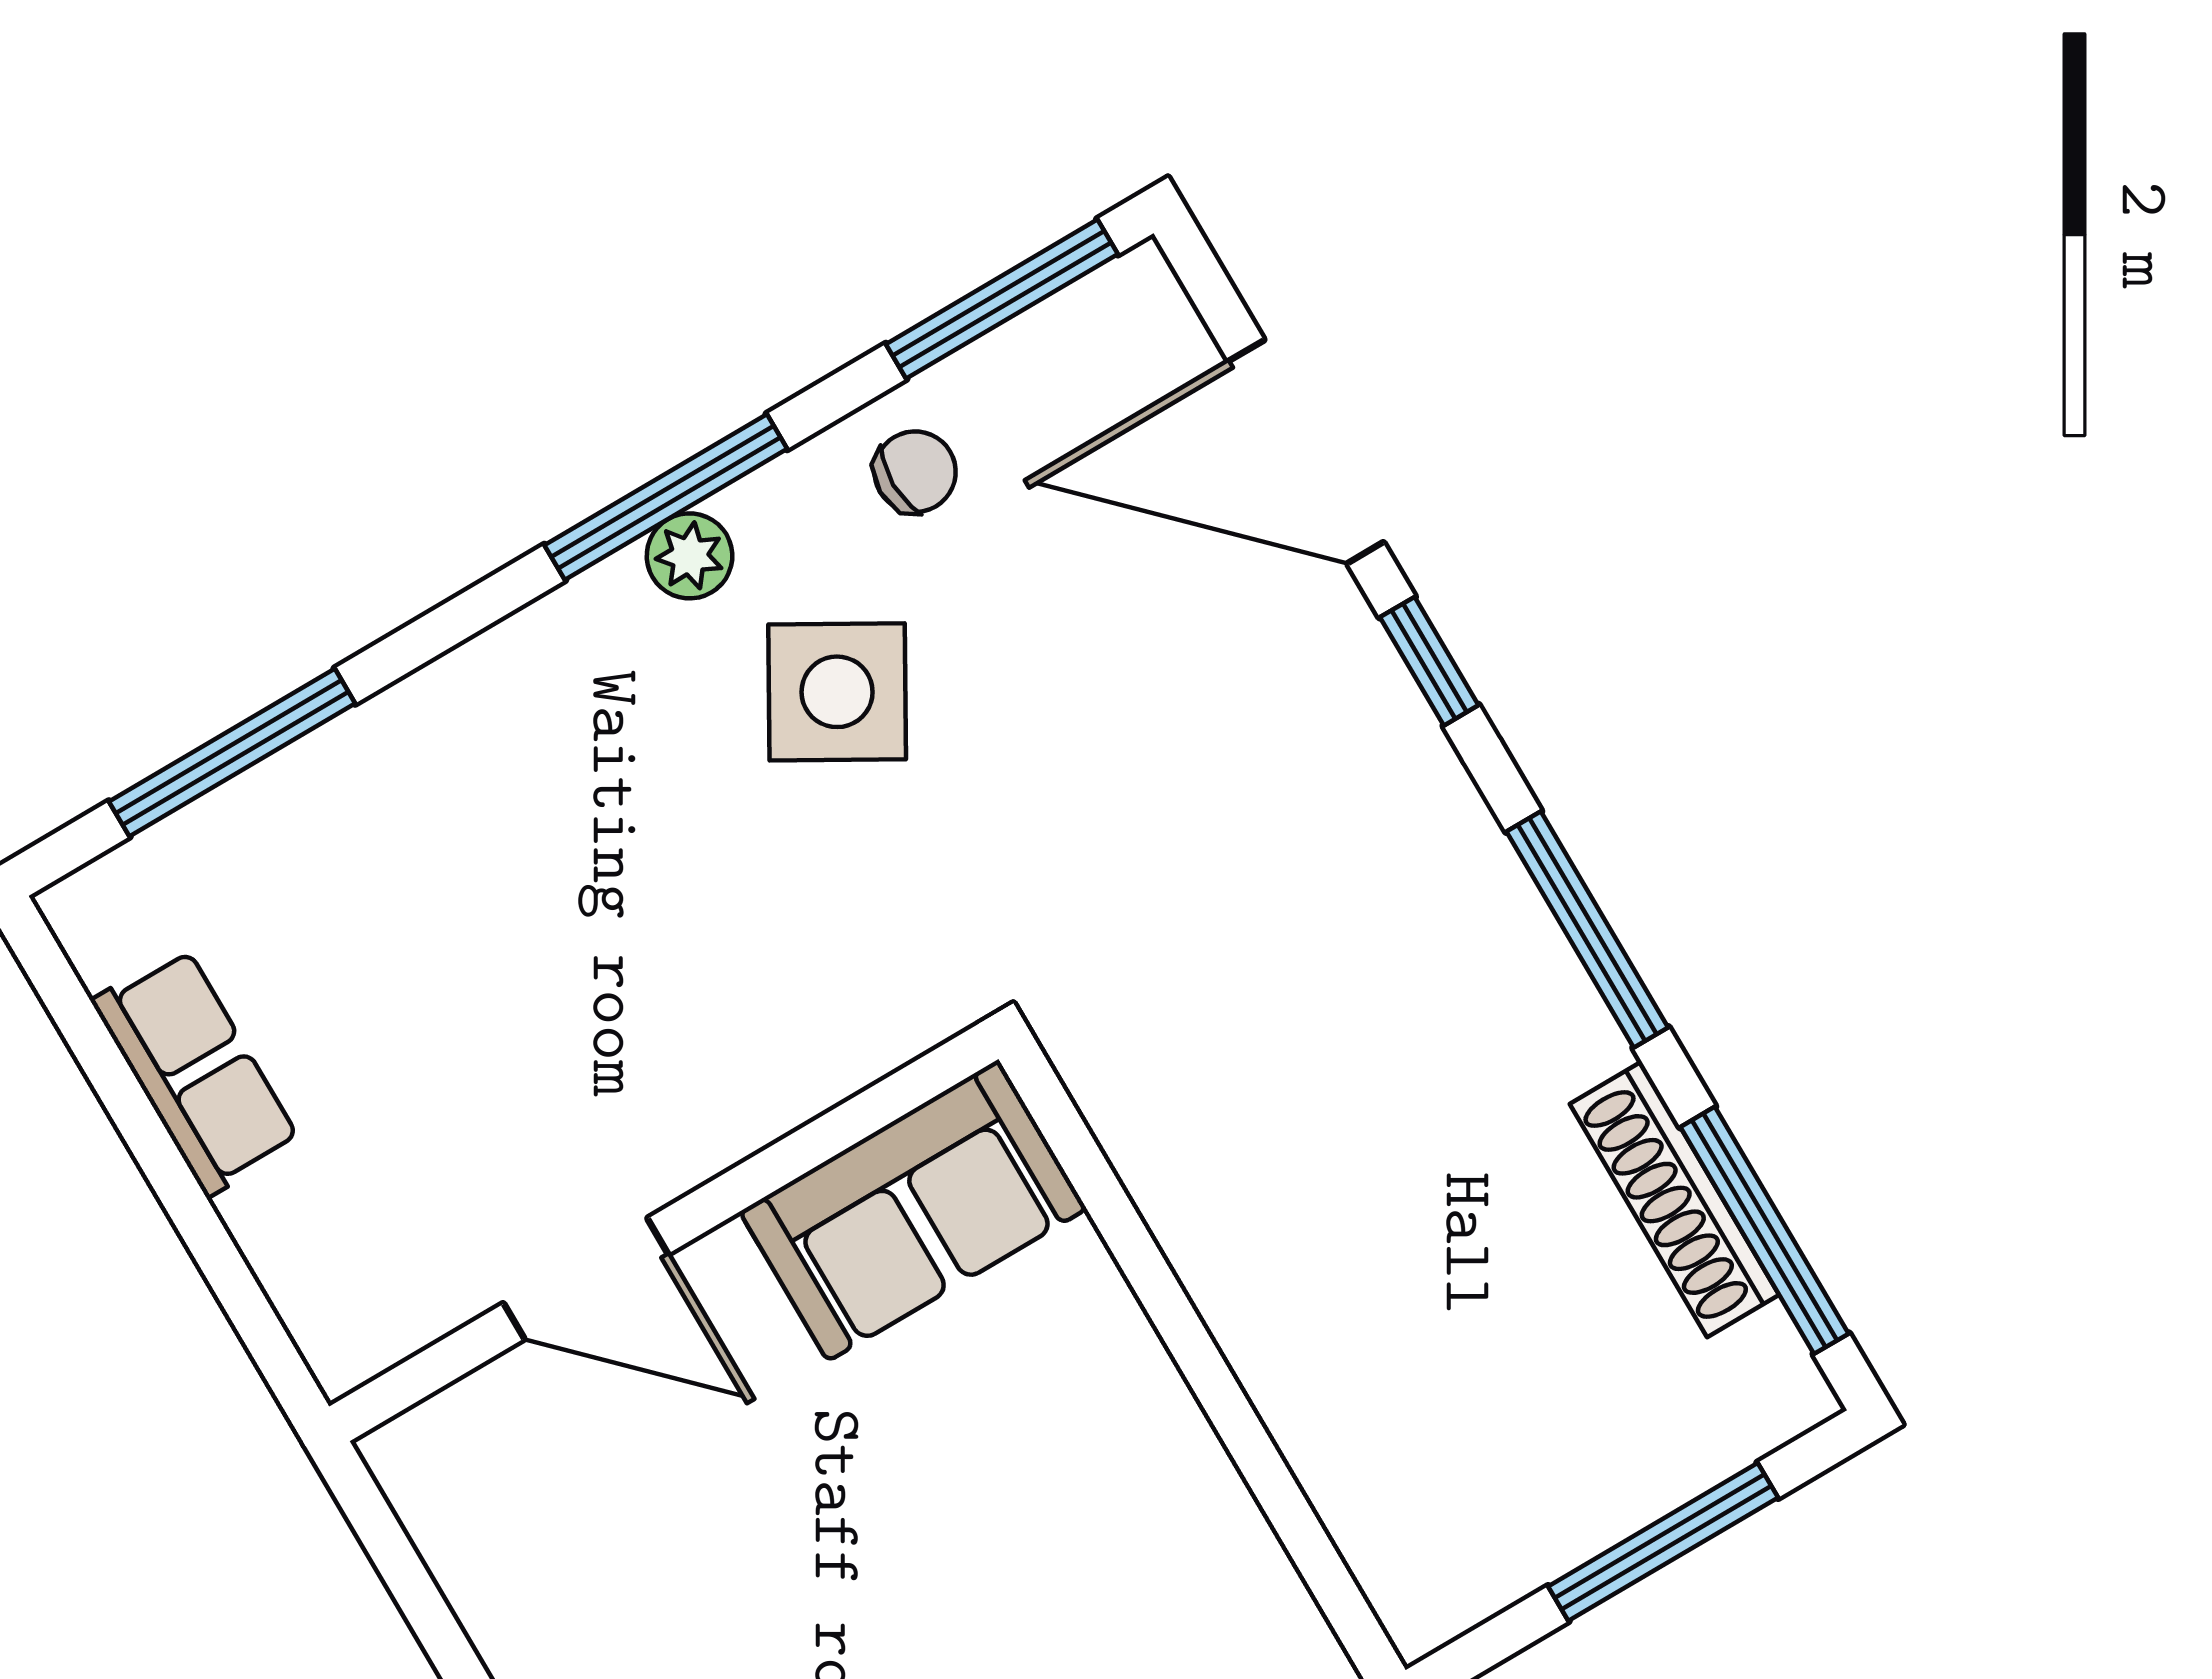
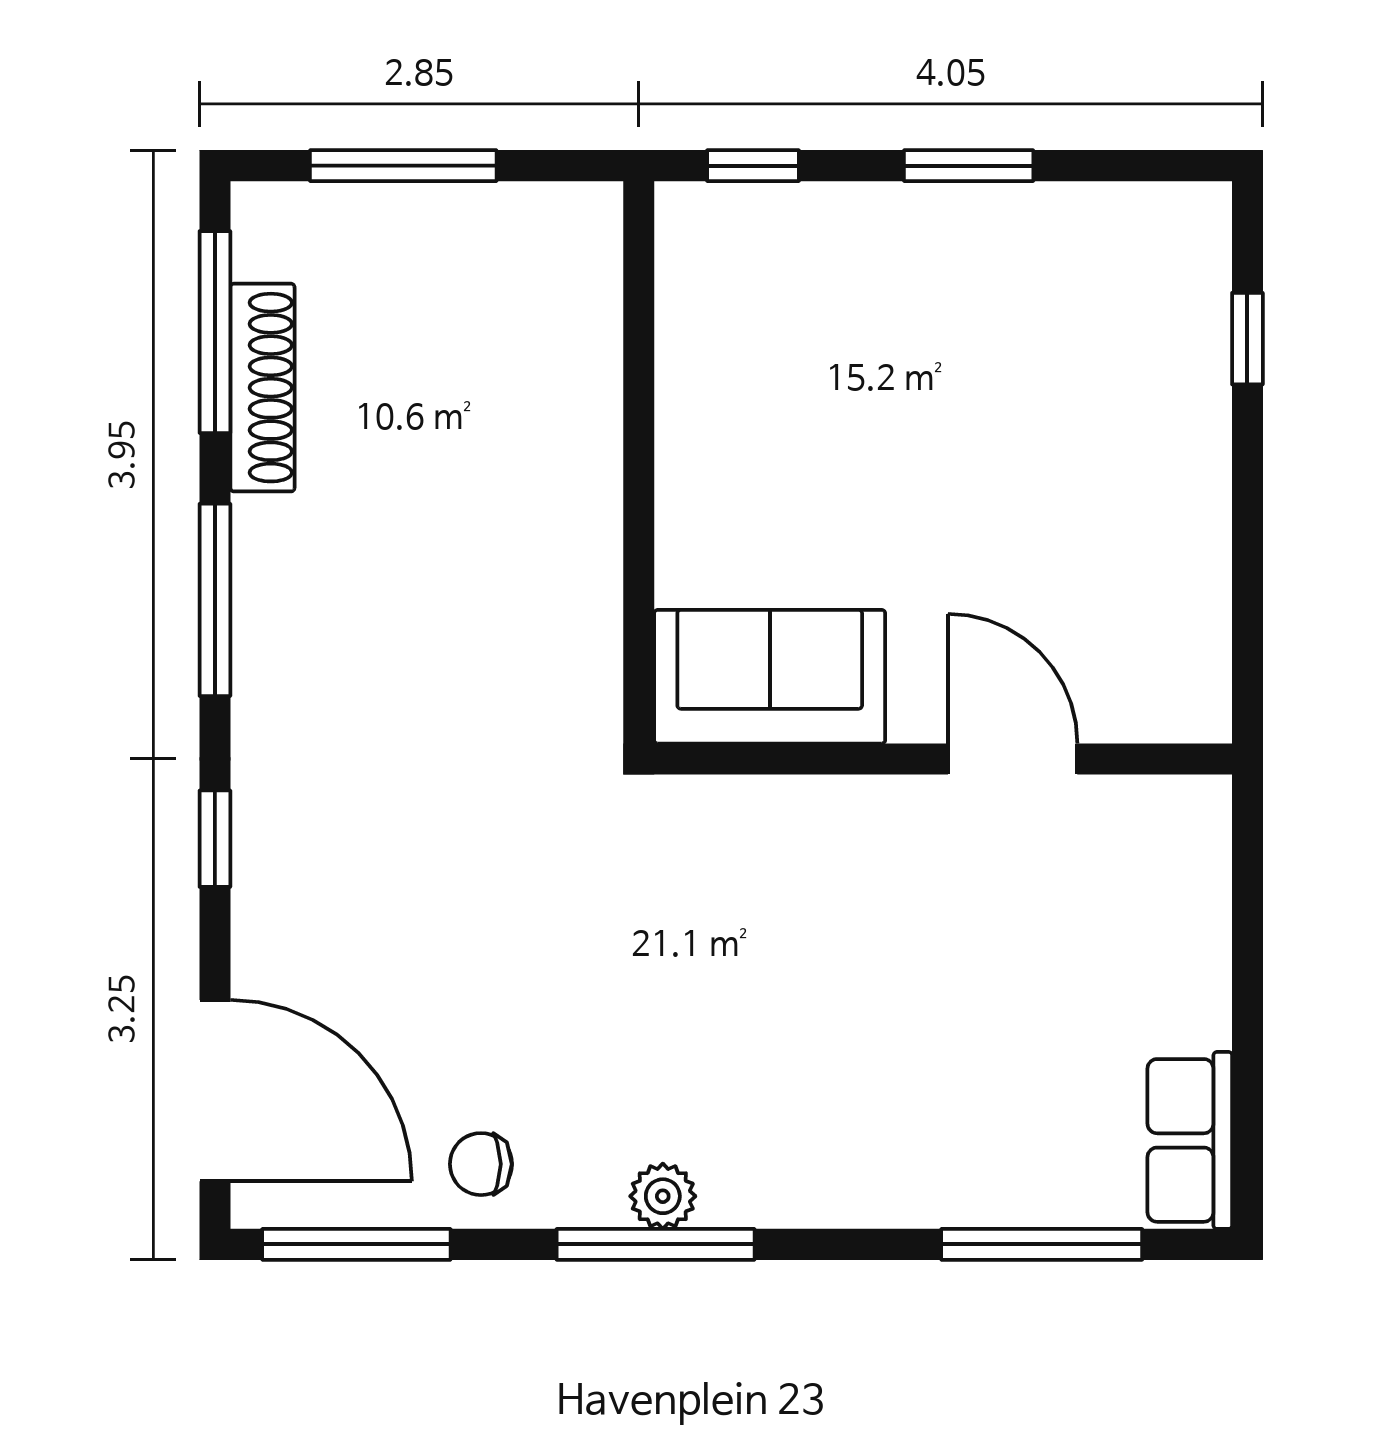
door: (1306, 452) -> (215, 1091), moved
side table: (837, 692) -> (618, 1049), removed
row of seats: (196, 1072) -> (1190, 1140), moved

